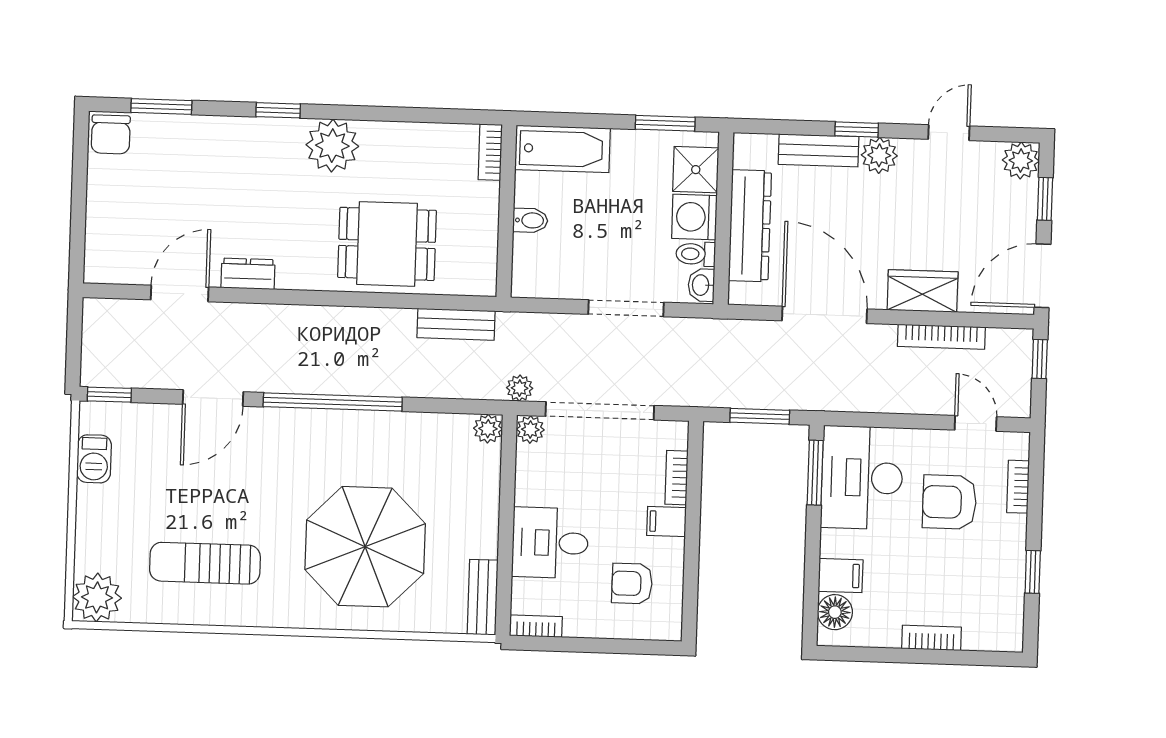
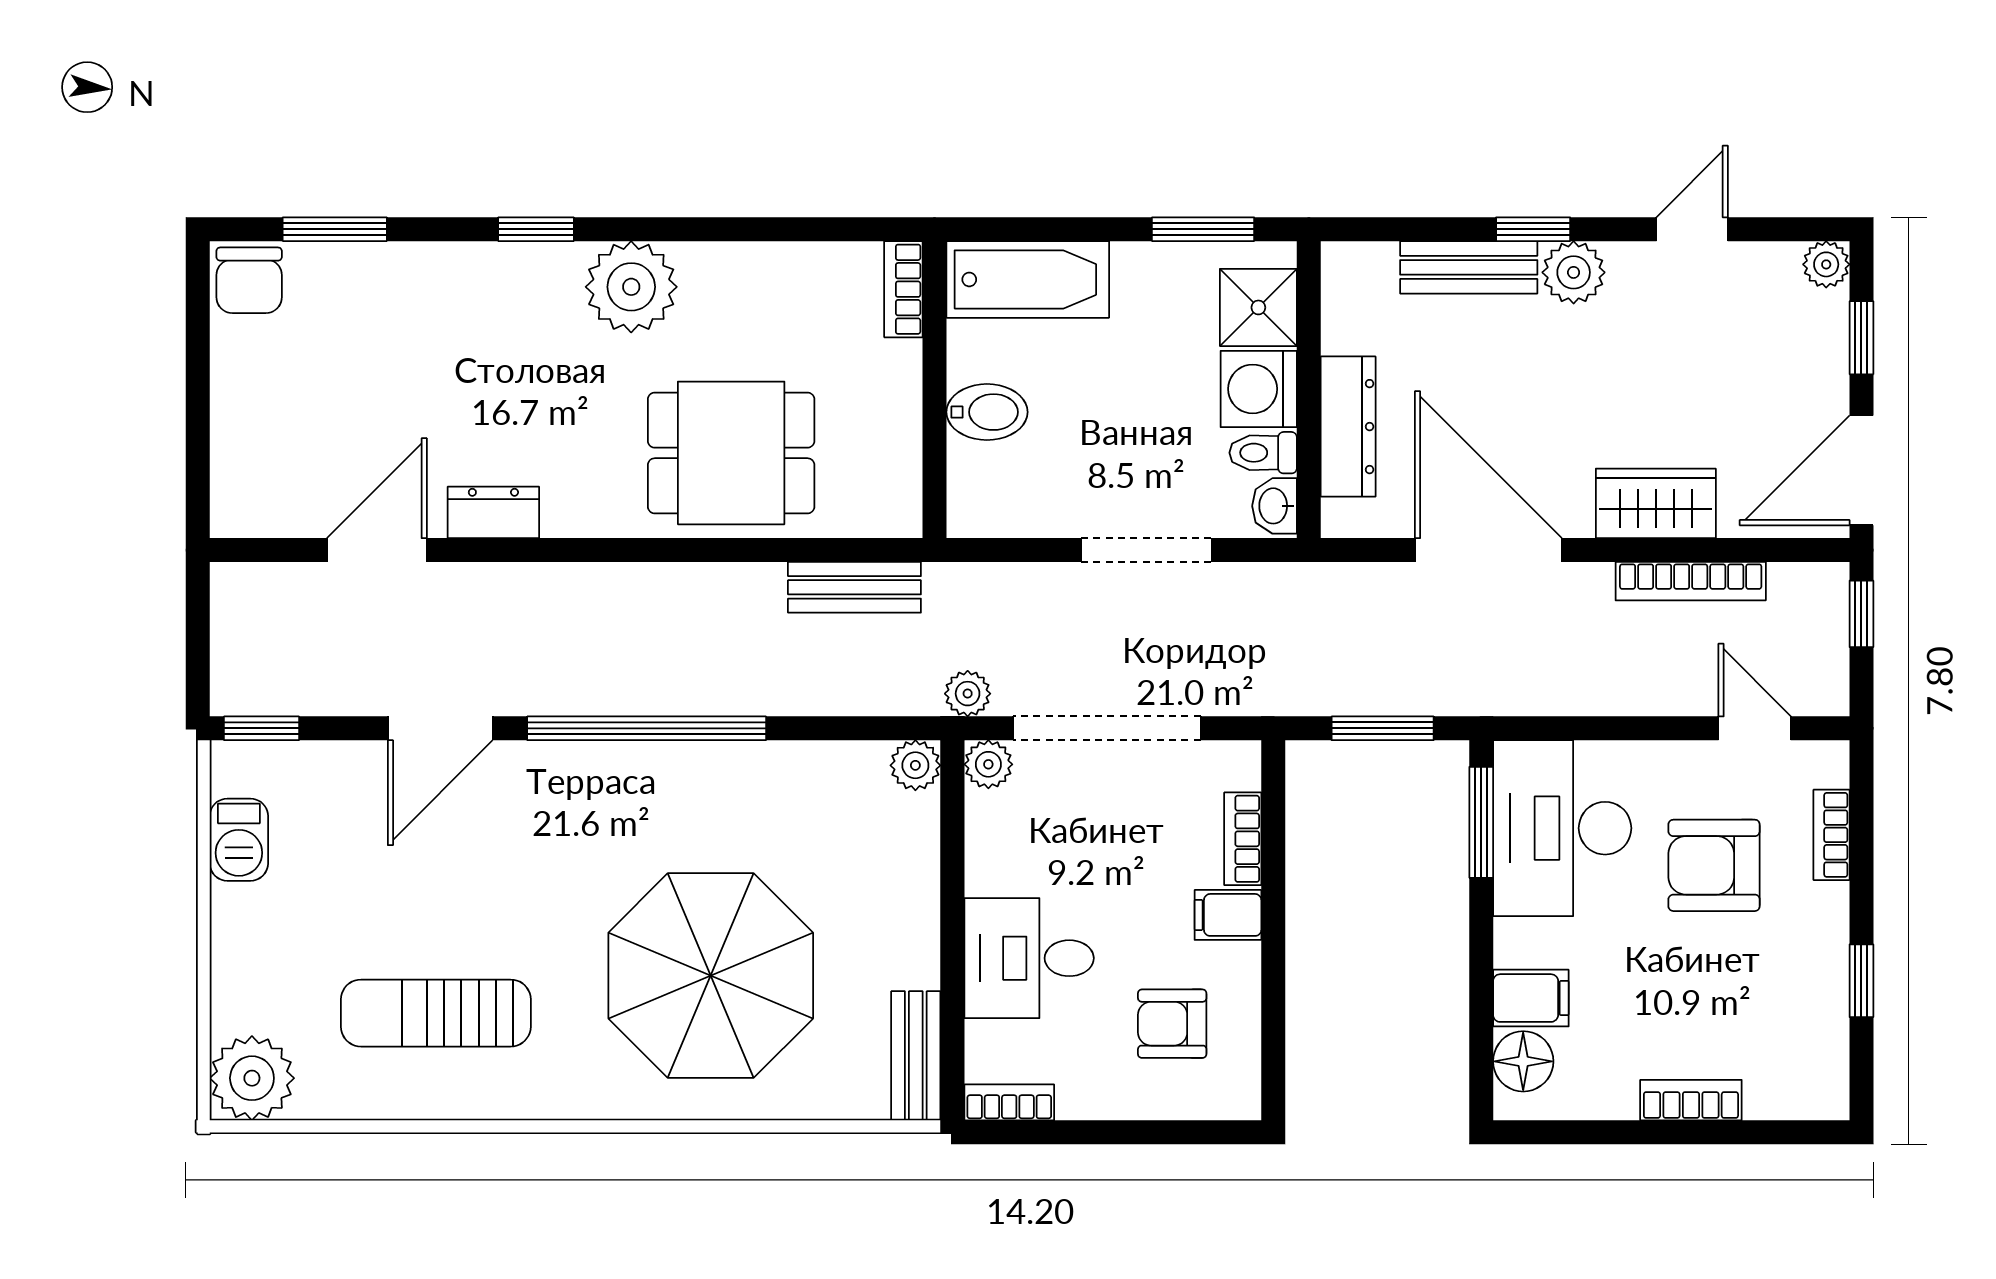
plant: (1021, 161) -> (1826, 264), width x0.73, depth x0.73
bidet: (530, 220) -> (987, 412), width x1.38, depth x1.36
dresser: (750, 226) -> (1348, 427), width x0.73, depth x0.80

